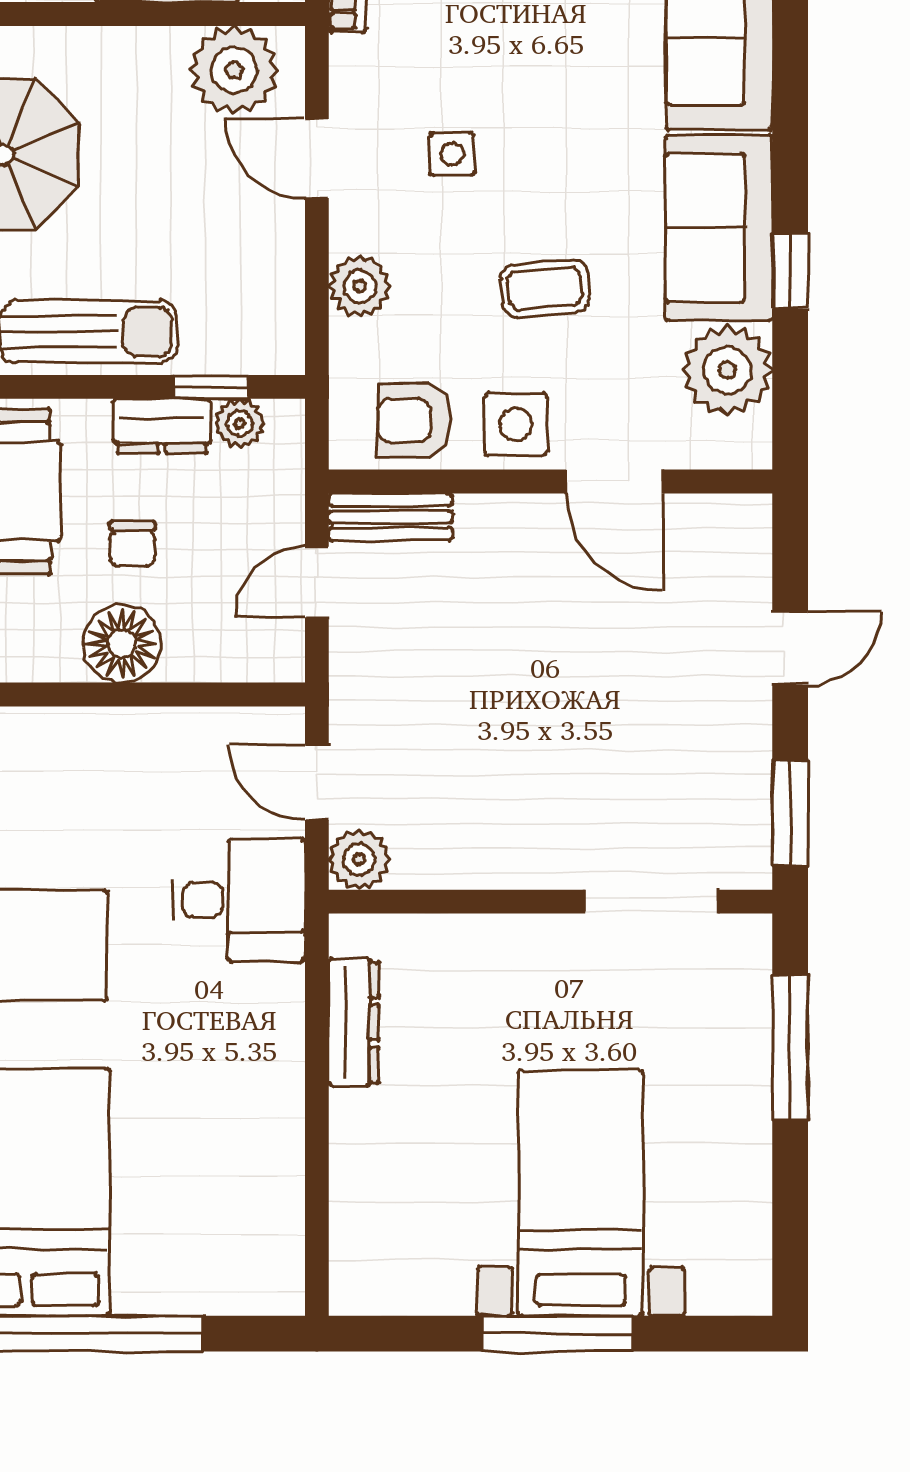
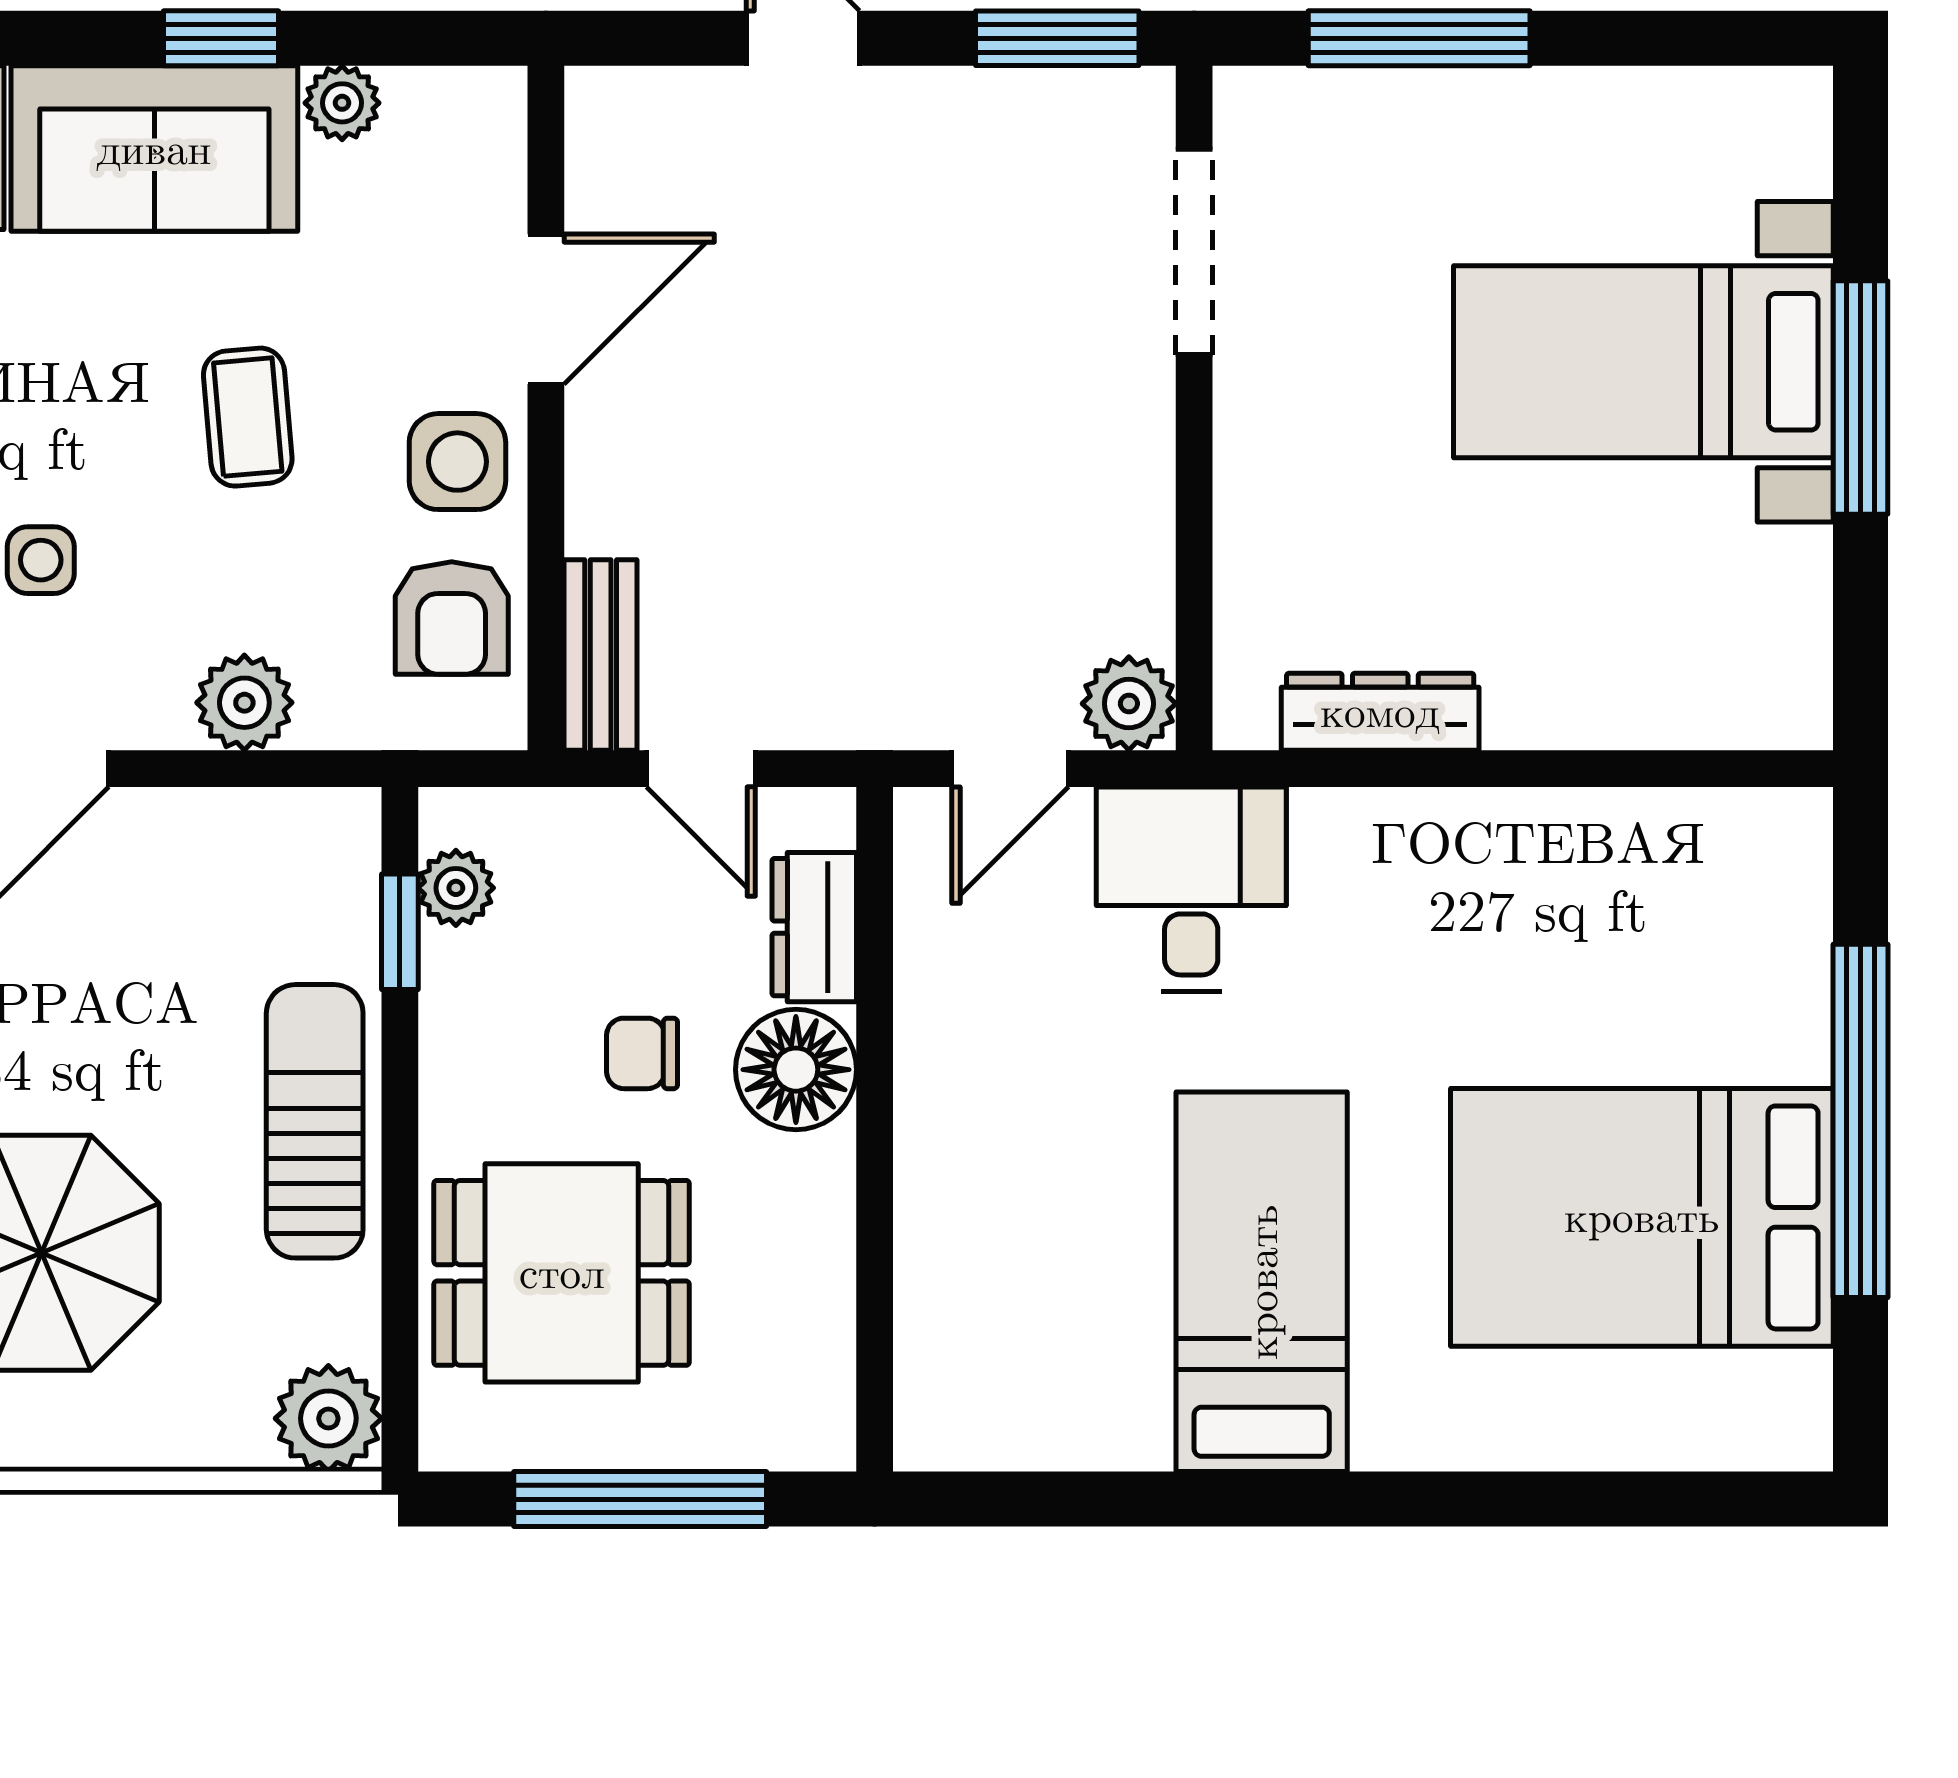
plant: (727, 370) -> (342, 103), width x0.53, depth x0.53
dresser: (162, 426) -> (814, 927), moved, turned 180
chair: (132, 544) -> (642, 1053), turned 180

